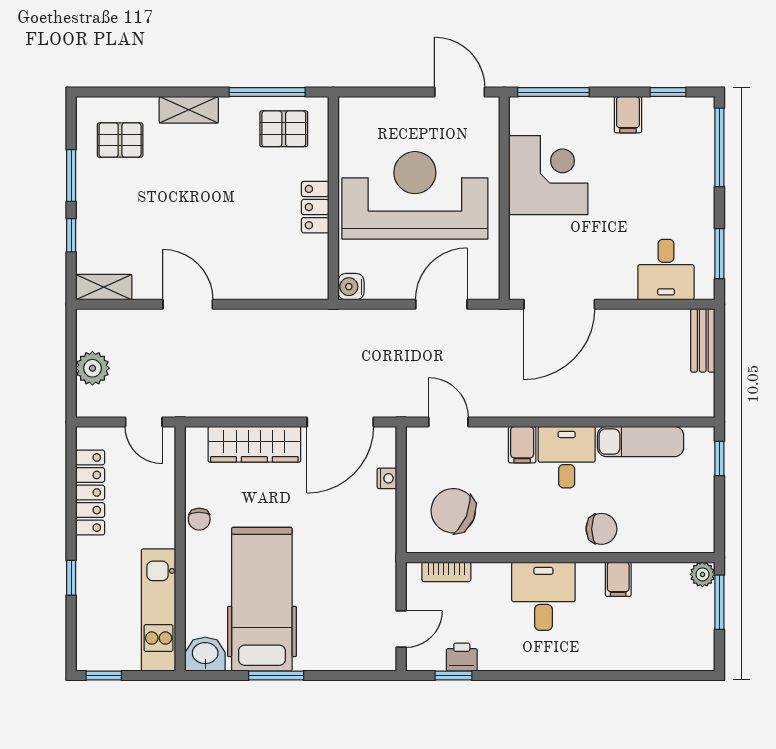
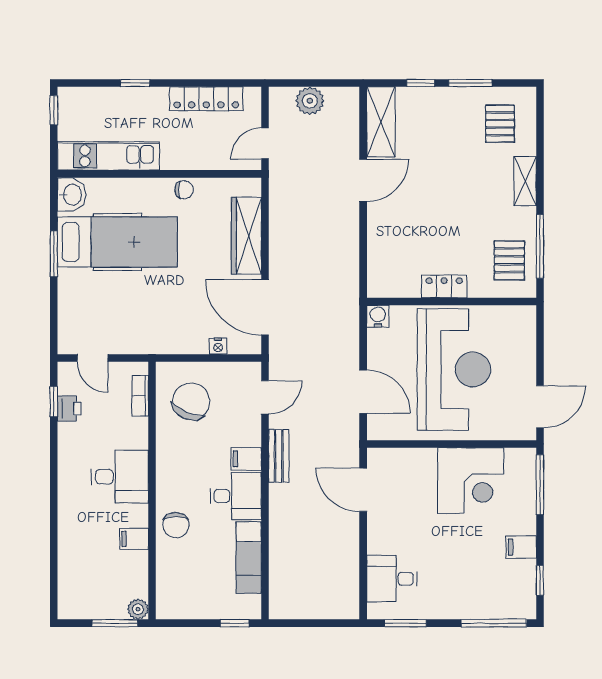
shelving: (104, 287) -> (381, 122), width x1.50, depth x1.33
door: (559, 304) -> (363, 490), width x0.73
bench: (703, 340) -> (279, 456), moved, turned 90
chair: (199, 519) -> (184, 190), turned 180

